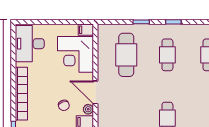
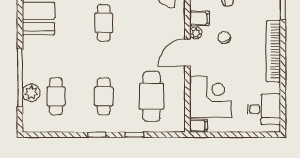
desk: (30, 44) -> (264, 109), width x0.73
door: (95, 92) -> (187, 53), swing flipped

